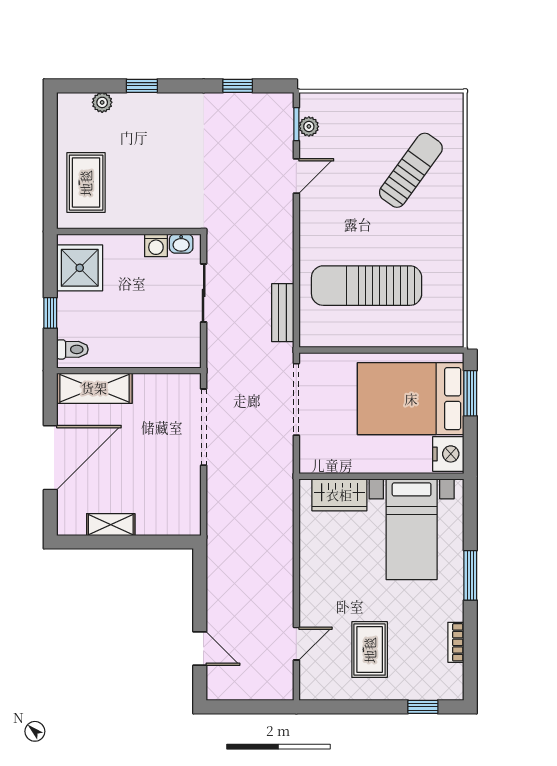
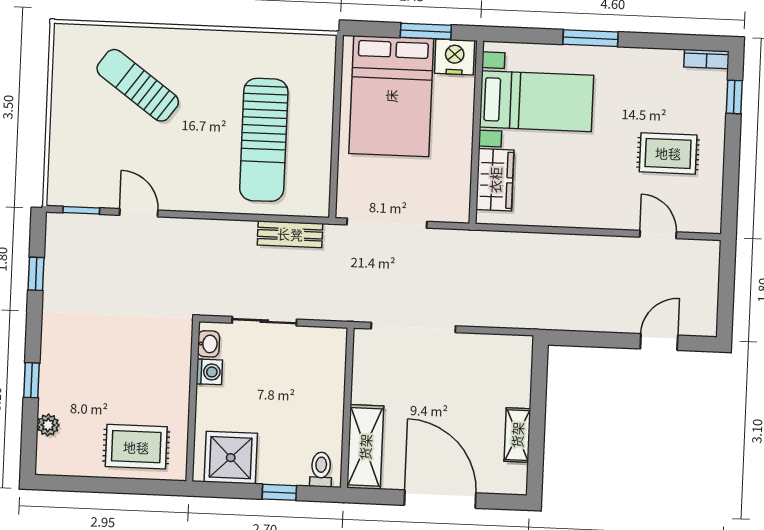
plant: (309, 126) -> (84, 197), removed
window: (470, 393) -> (426, 31), moved
bookcase: (456, 642) -> (706, 59), moved

